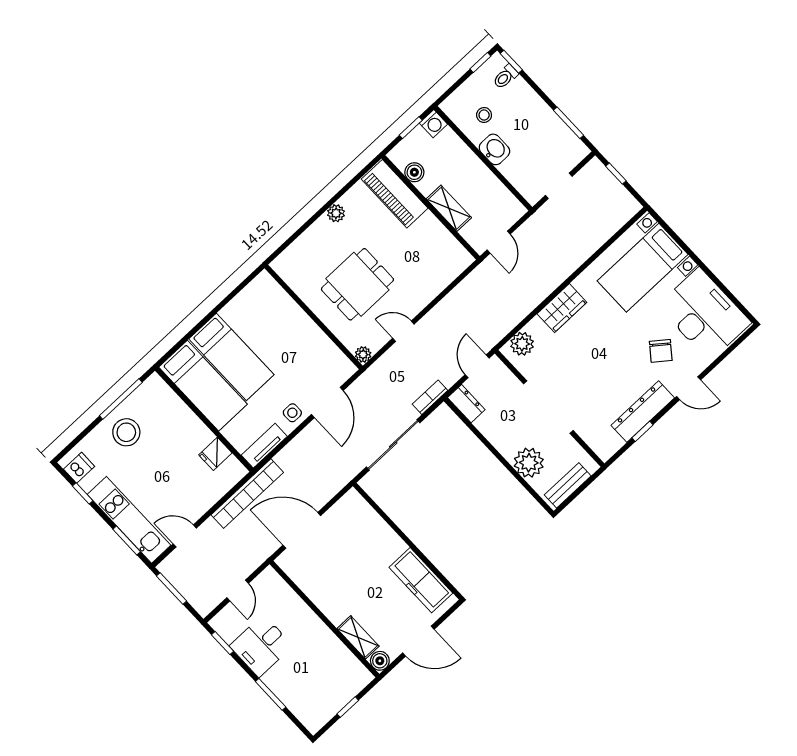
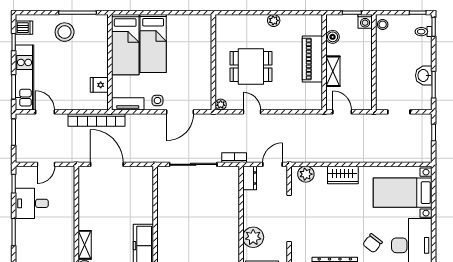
stool: (484, 115) -> (383, 24), moved
washbasin: (494, 149) -> (424, 76), moved, turned 180
piano: (395, 194) -> (312, 59), moved
door: (499, 242) -> (342, 112), swing flipped

